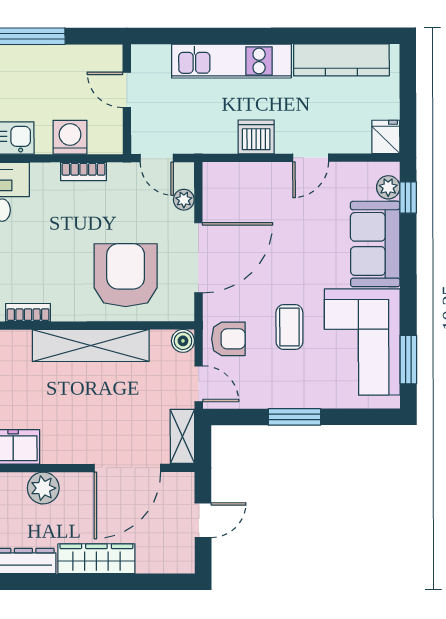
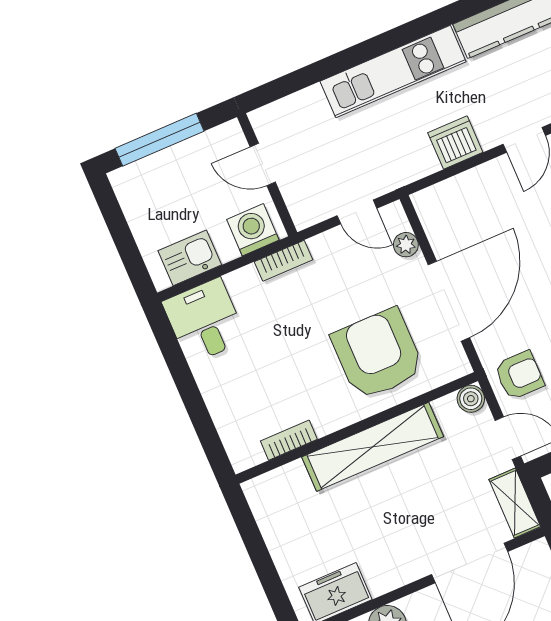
door: (127, 90) -> (263, 164), moved
wall: (127, 99) -> (267, 175), moved

